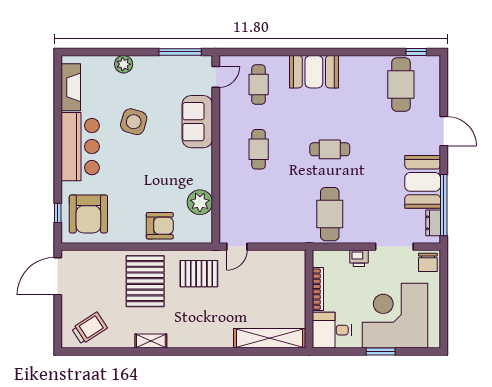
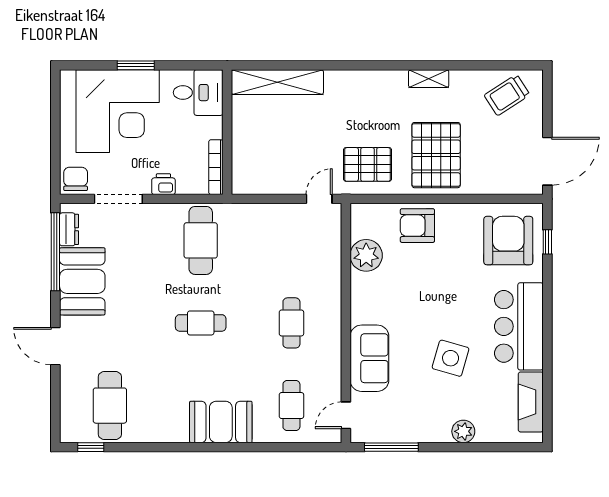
bookcase: (318, 289) -> (216, 167), moved

